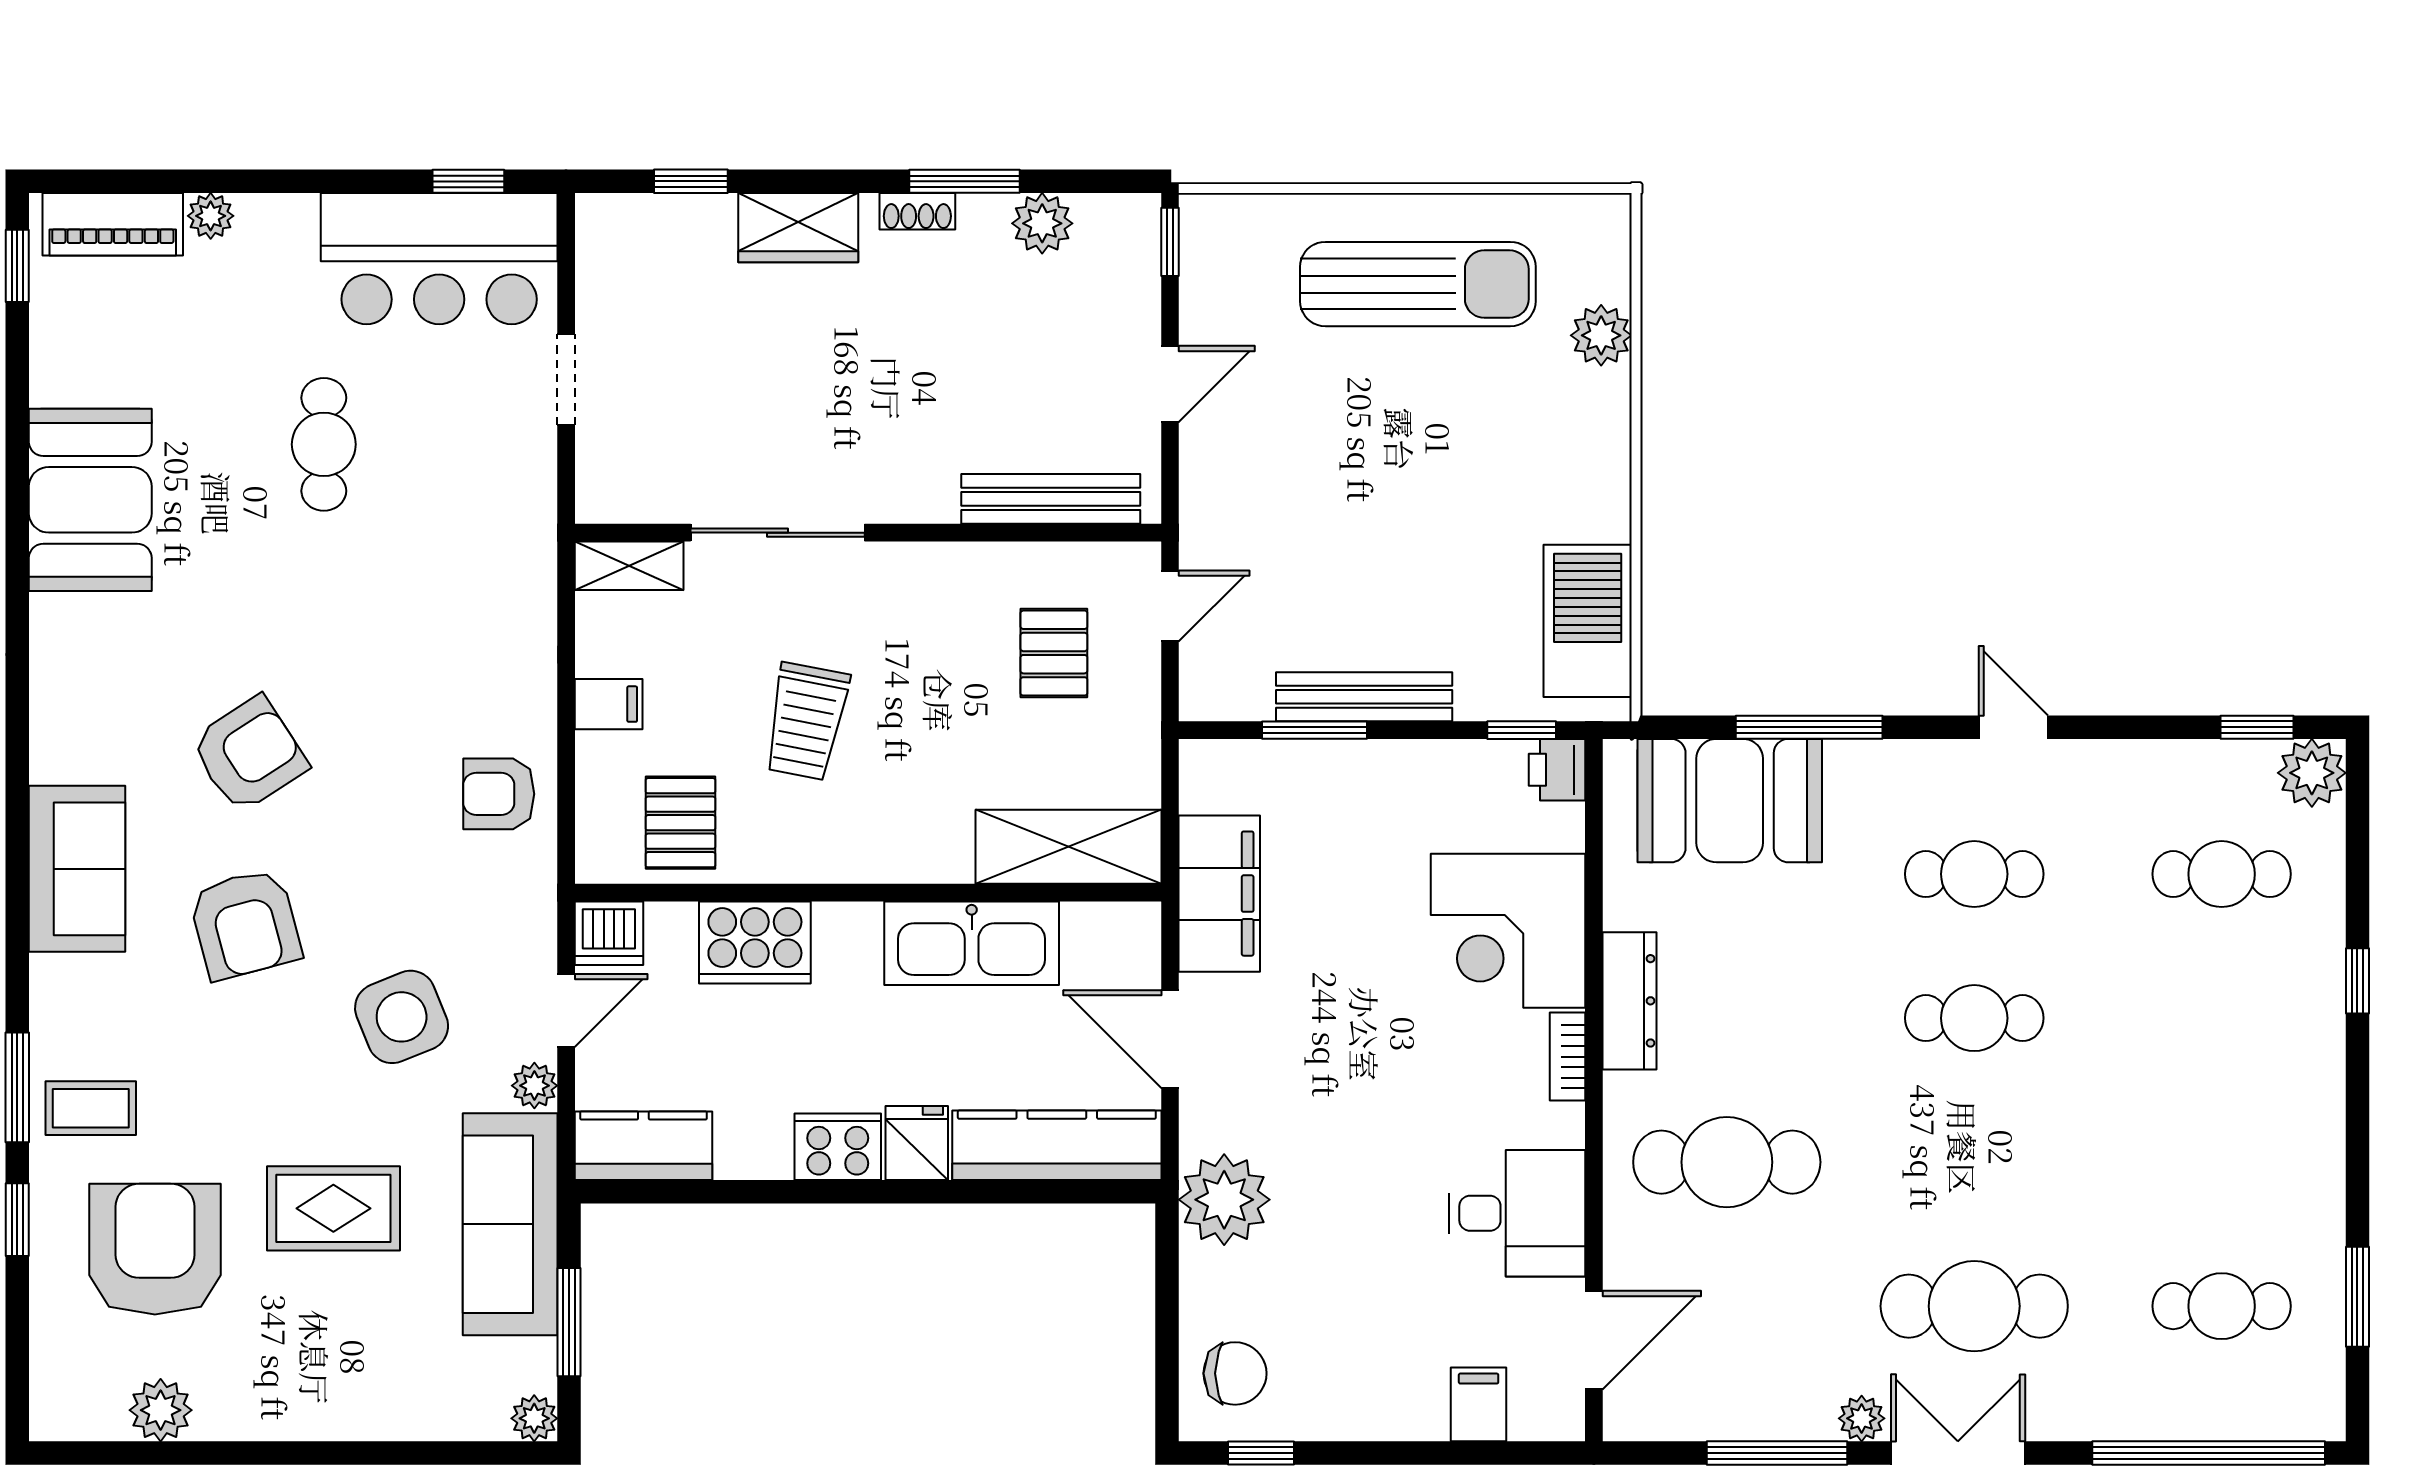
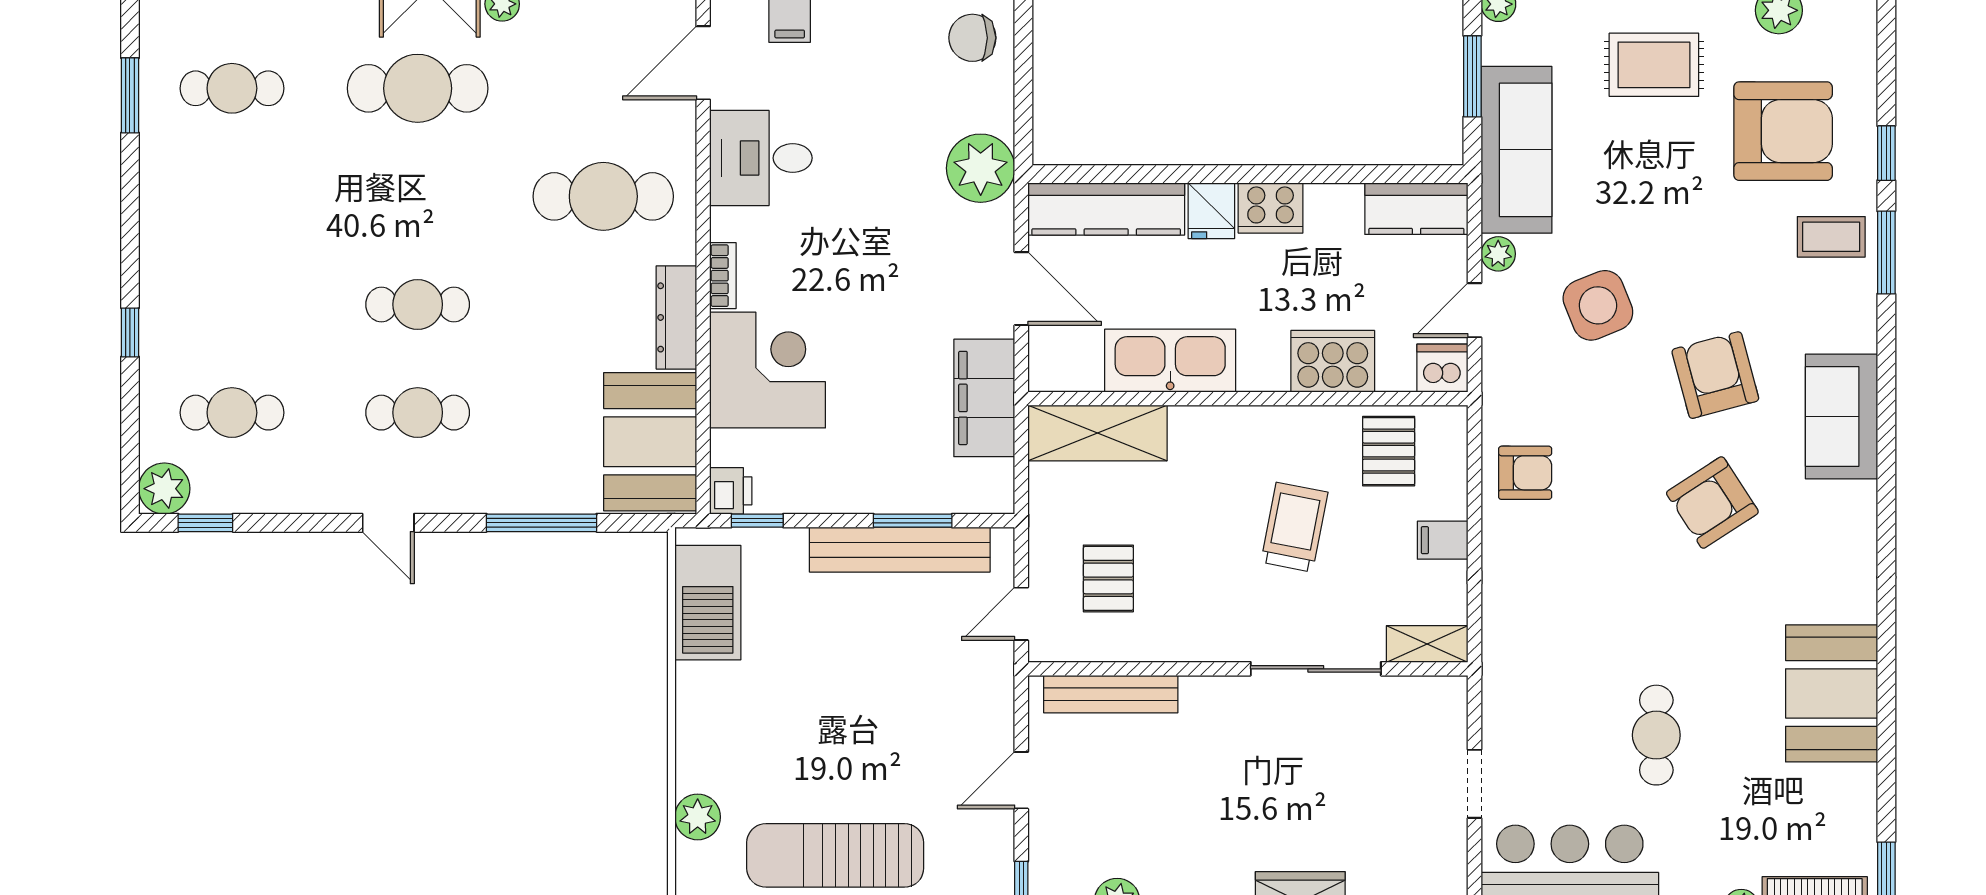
bench: (1364, 697) -> (900, 550), width x1.37, depth x1.21
booth: (1730, 801) -> (650, 442), moved, turned 90
rug: (333, 1208) -> (1654, 65), moved
armchair: (155, 1249) -> (1783, 131), turned -90

